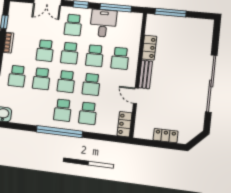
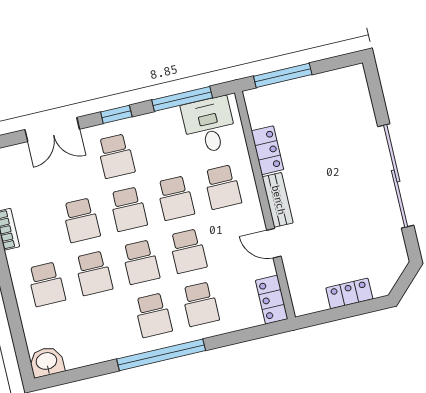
desk: (103, 23) -> (209, 125), moved

